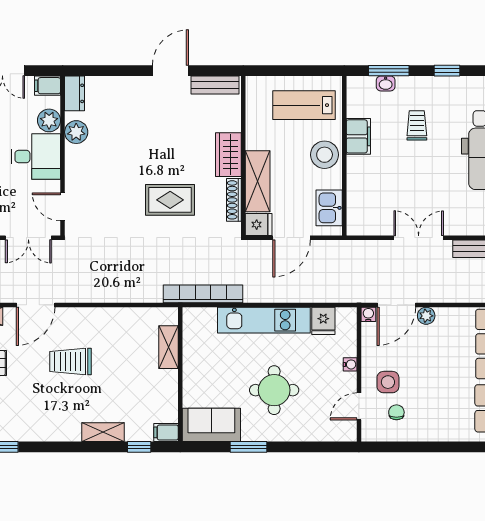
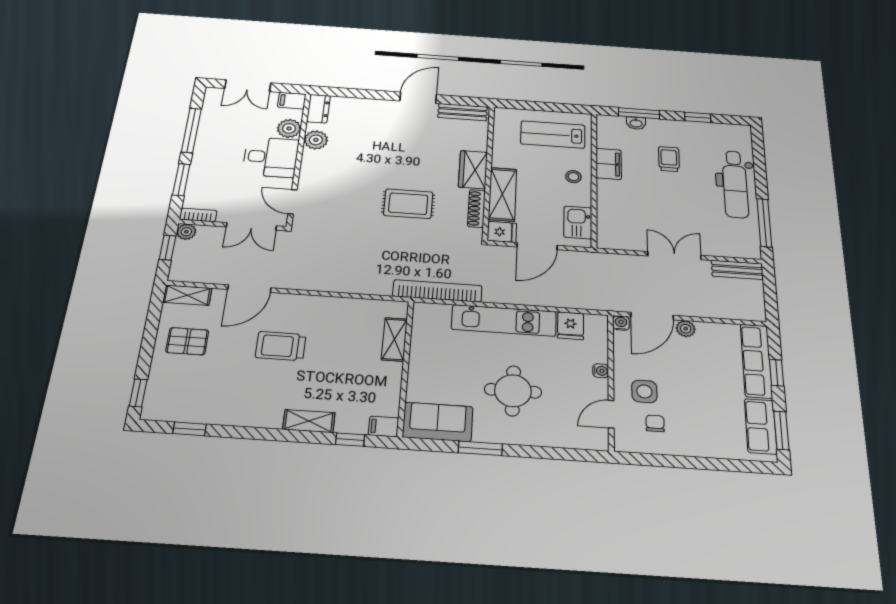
stool: (325, 155) -> (573, 177), width x0.53, depth x0.53

